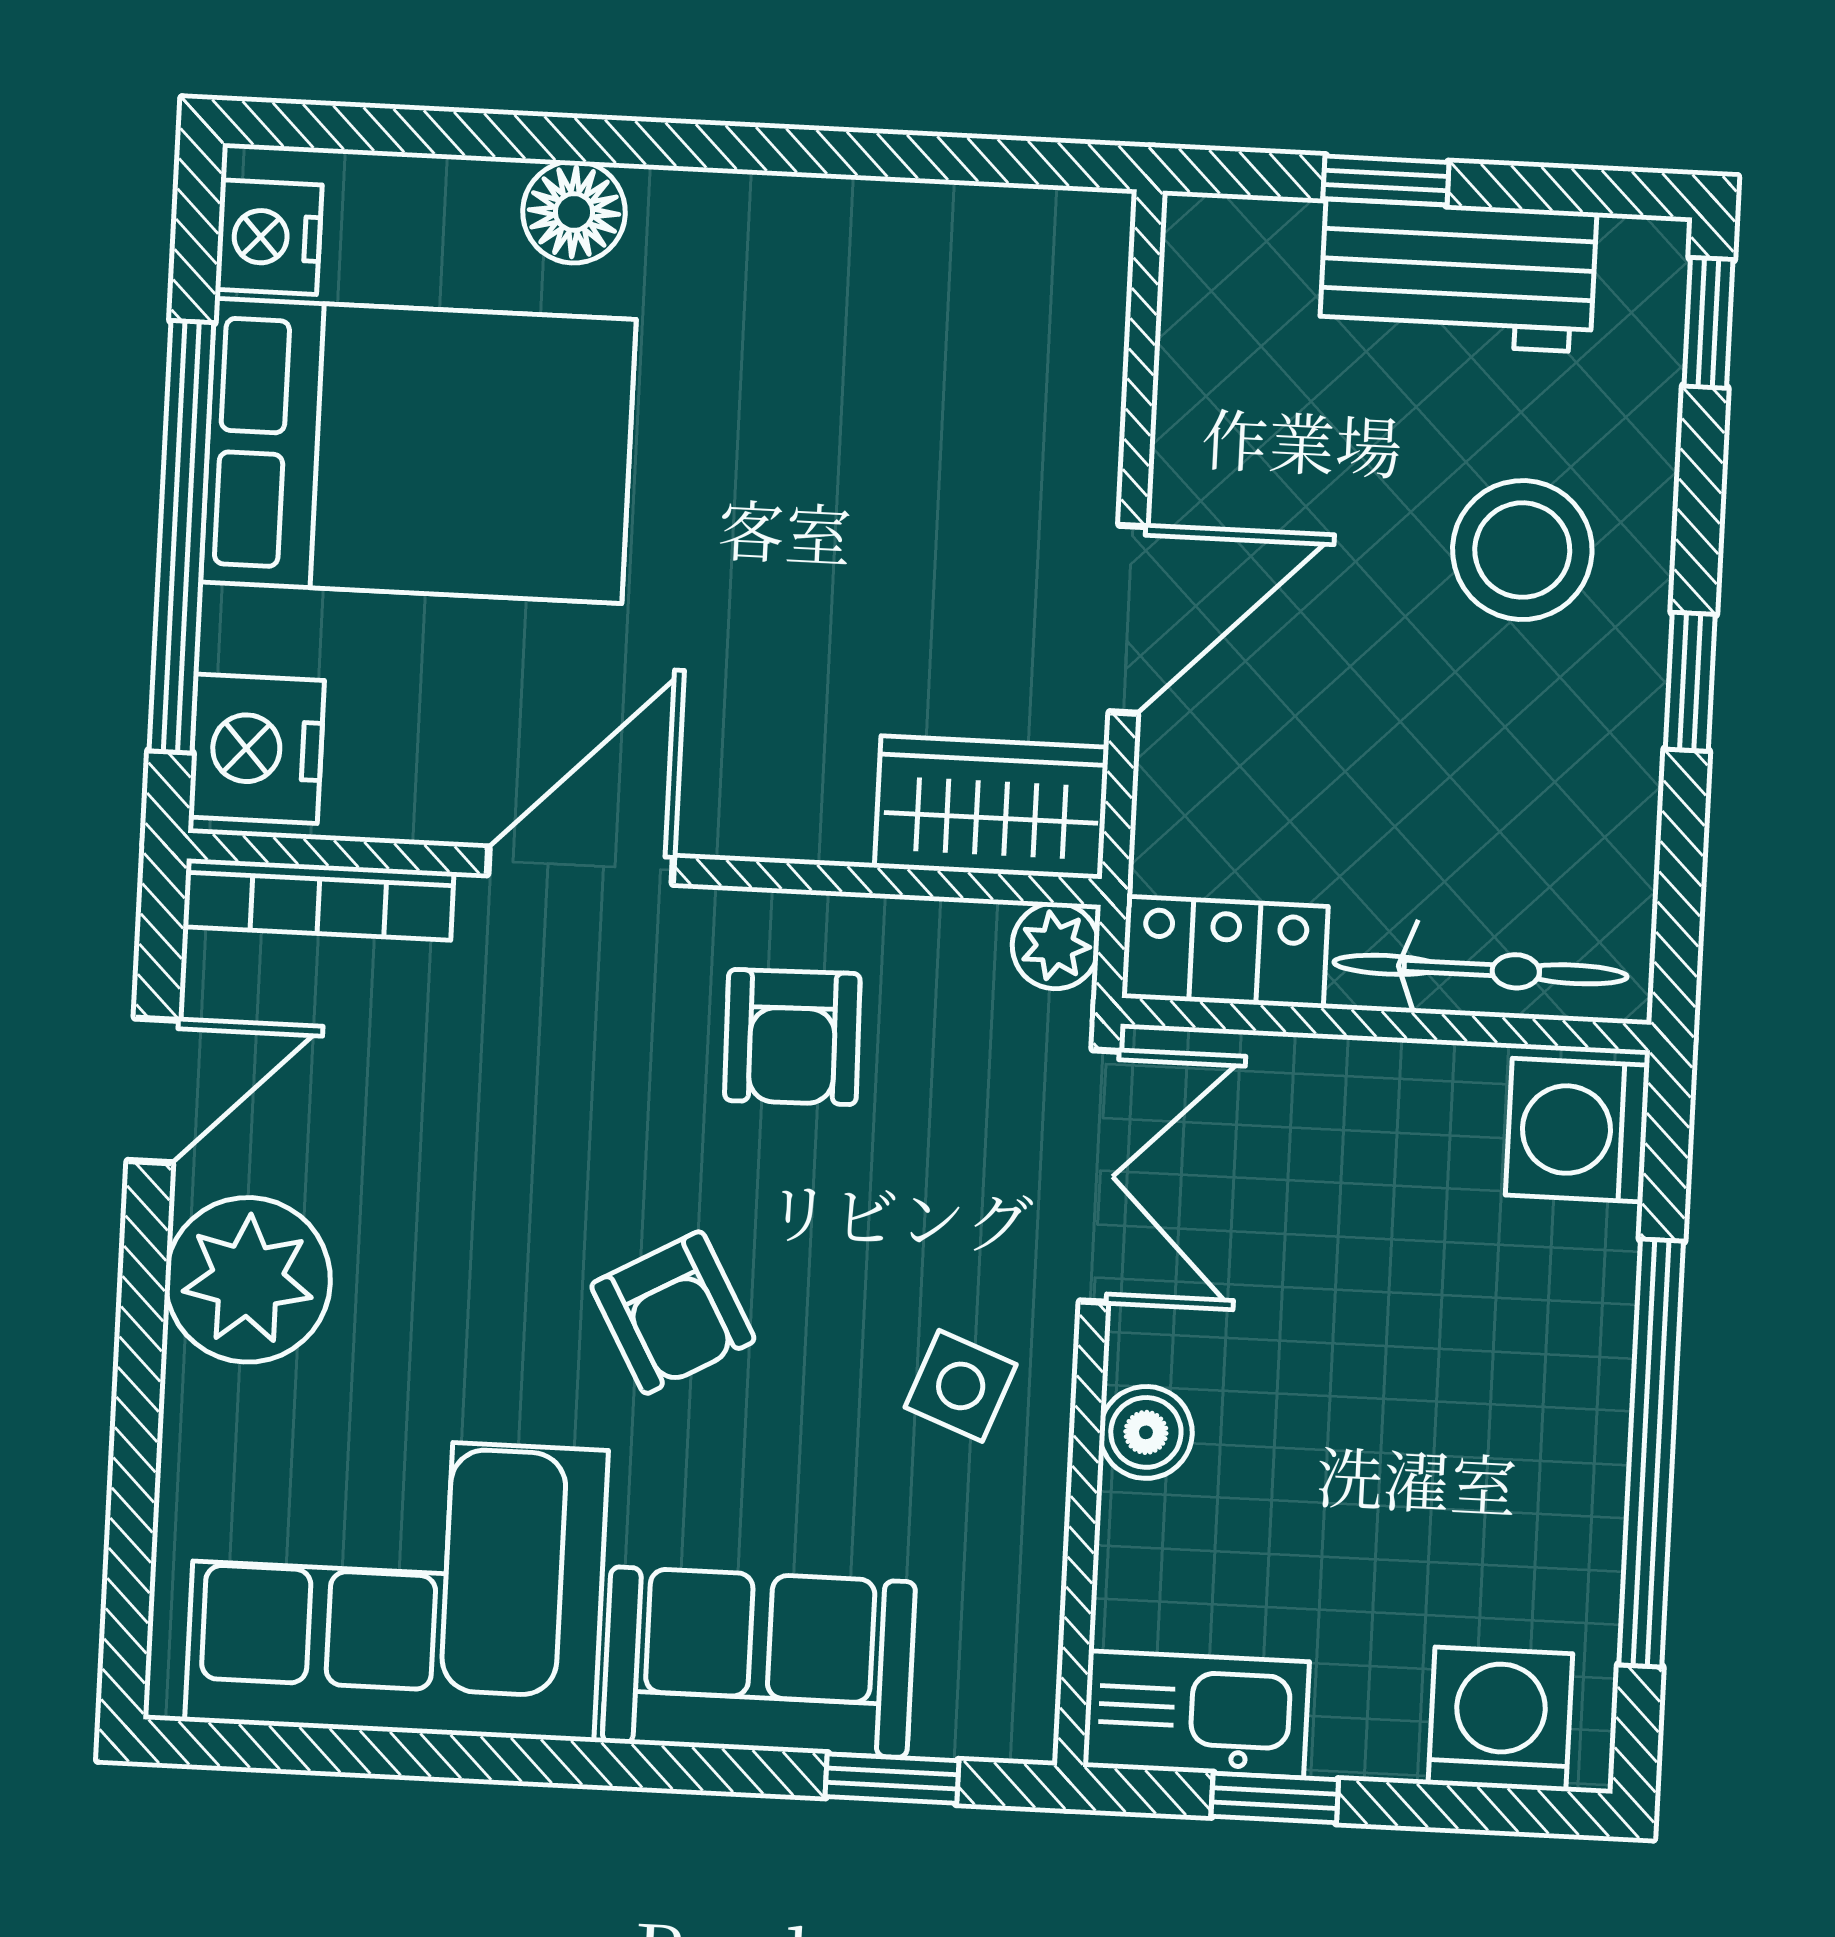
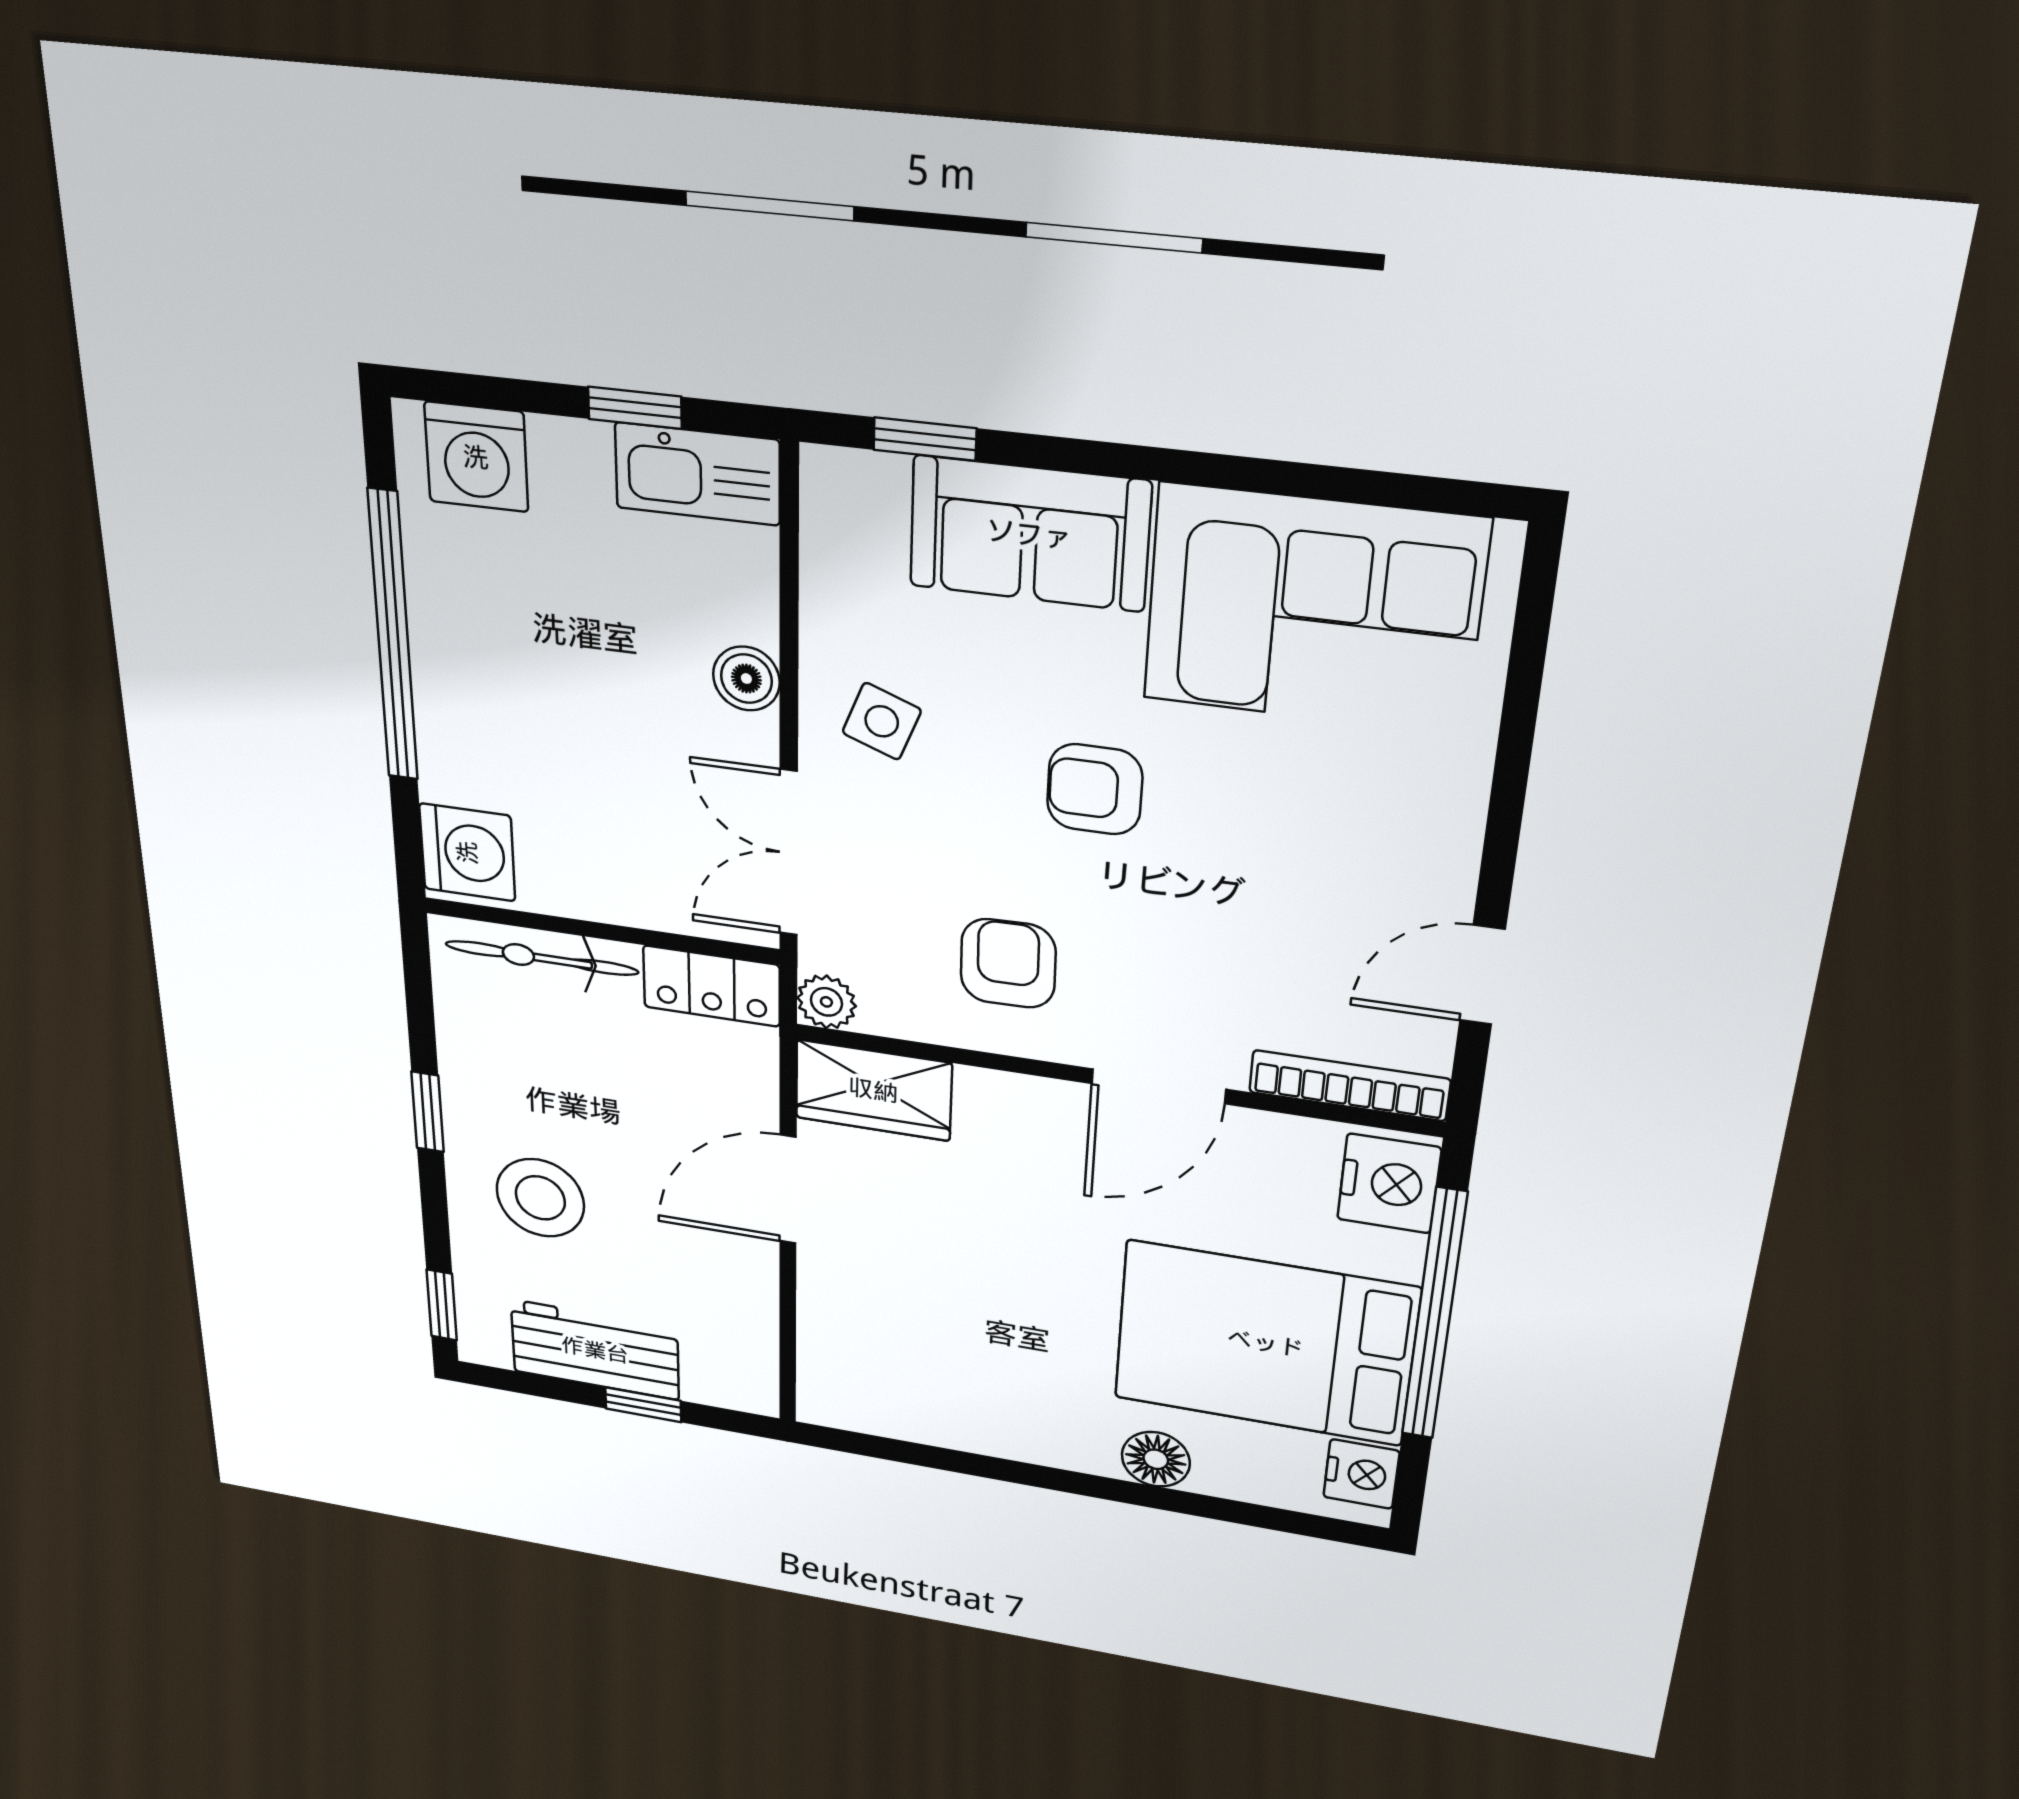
plant: (248, 1280) -> (1419, 840), removed
armchair: (673, 1313) -> (1095, 789), turned -61

